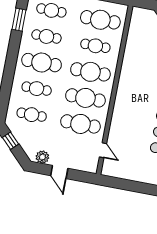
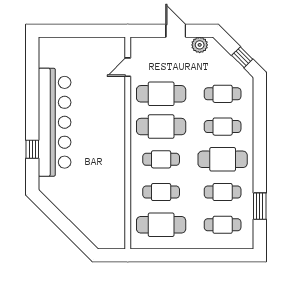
cafe table: (90, 72) -> (161, 159), width x0.73, depth x0.74
door: (103, 150) -> (128, 67), hinge flipped

